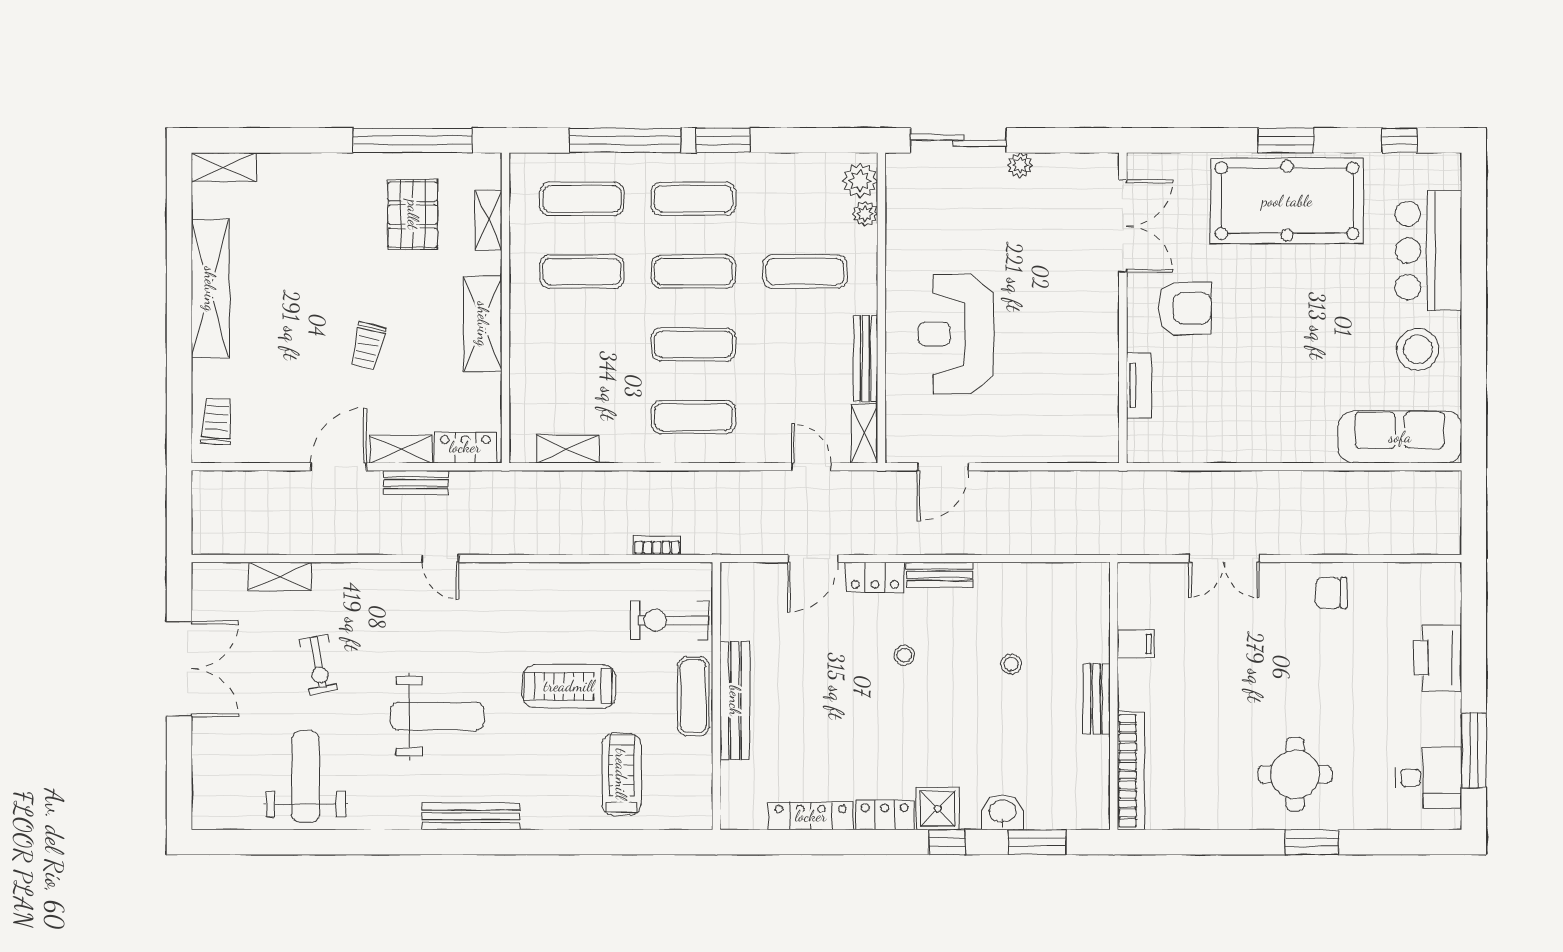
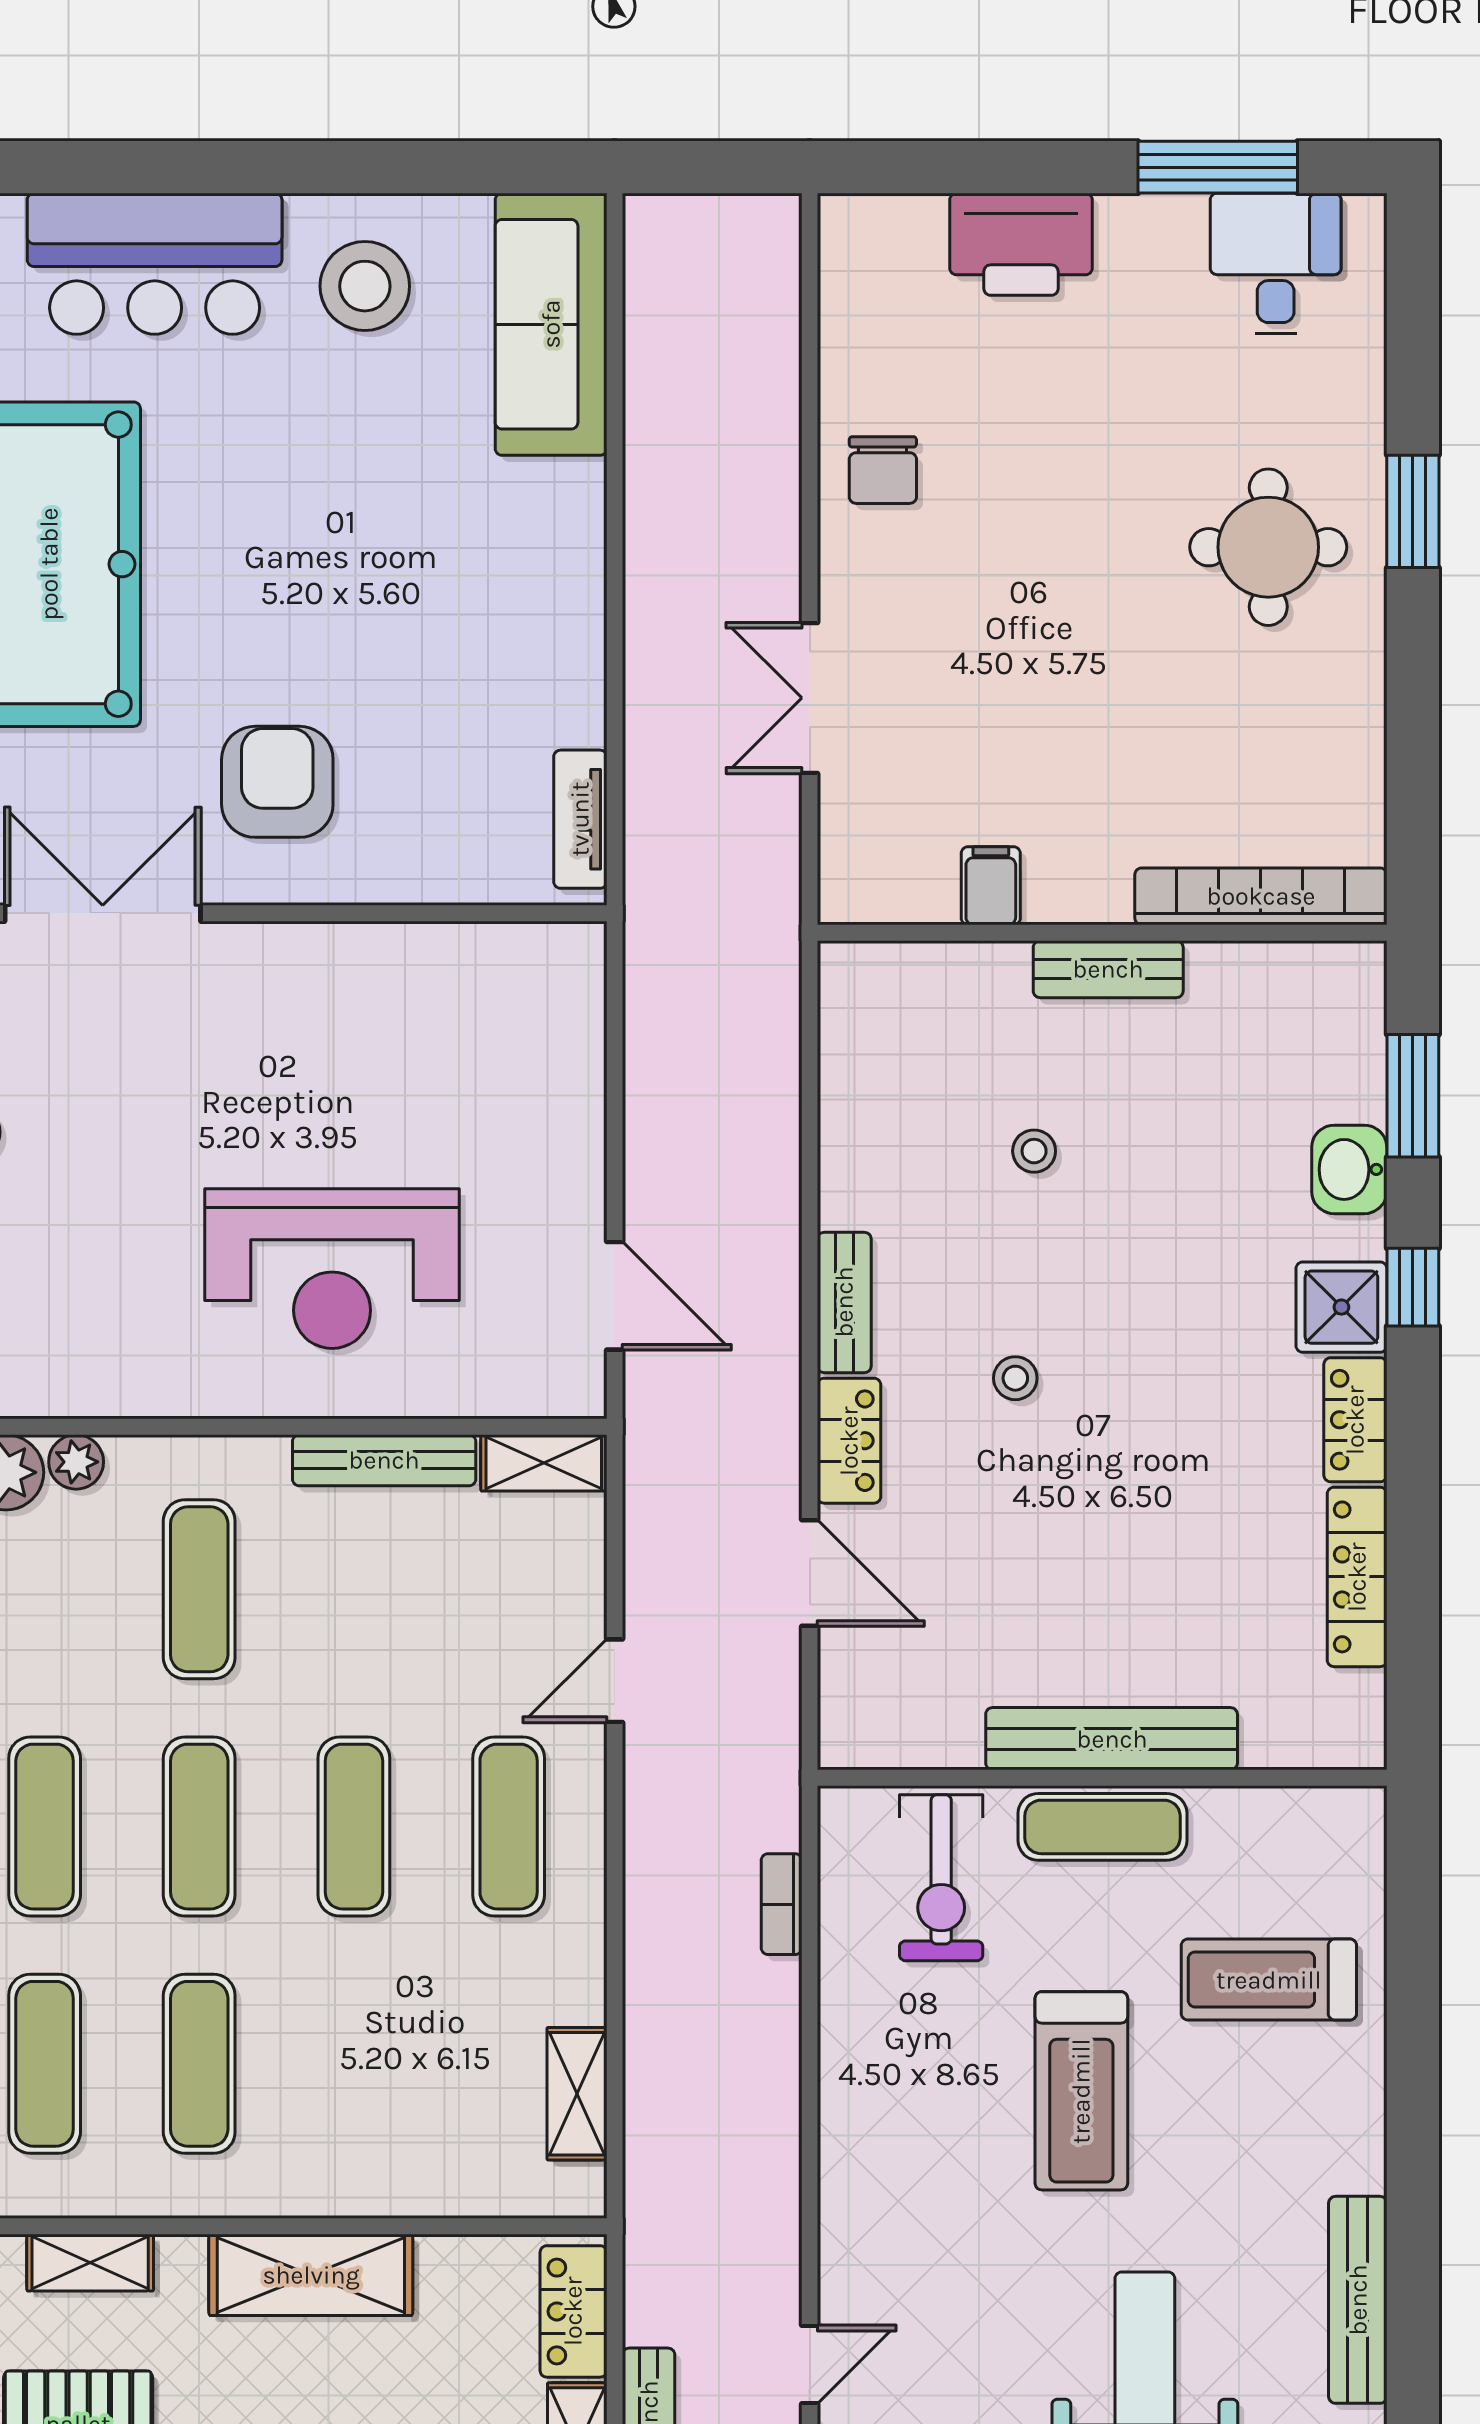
tv unit: (1139, 385) -> (580, 819), moved, turned -90
door: (811, 467) -> (615, 1681), moved
double door: (1224, 559) -> (810, 698), swing flipped

